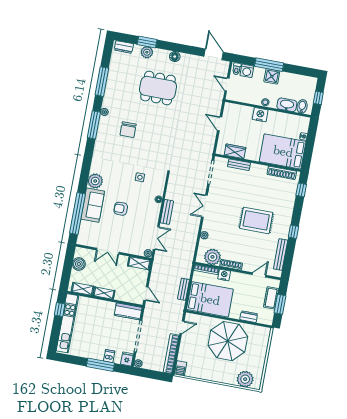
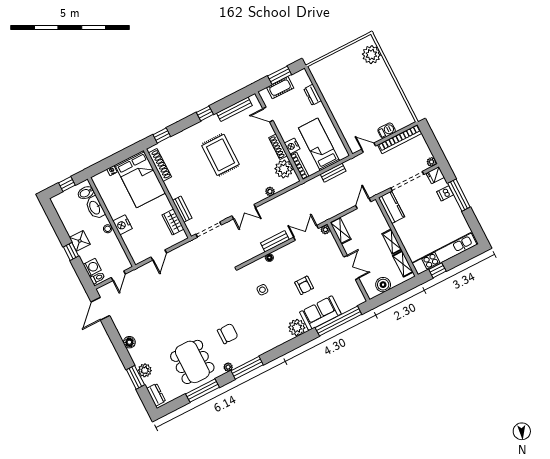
window: (269, 65) -> (71, 252), width x0.46
dining table: (158, 88) -> (192, 362), moved
bed: (210, 299) -> (319, 144), width x0.67
parasol: (228, 341) -> (349, 97), removed
barbecue: (181, 368) -> (387, 130), moved

